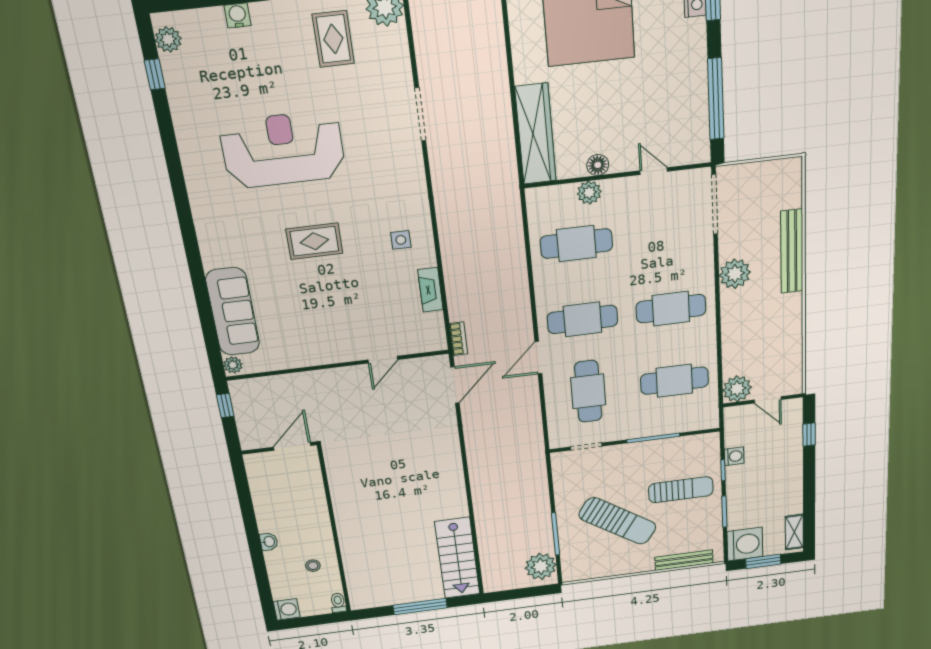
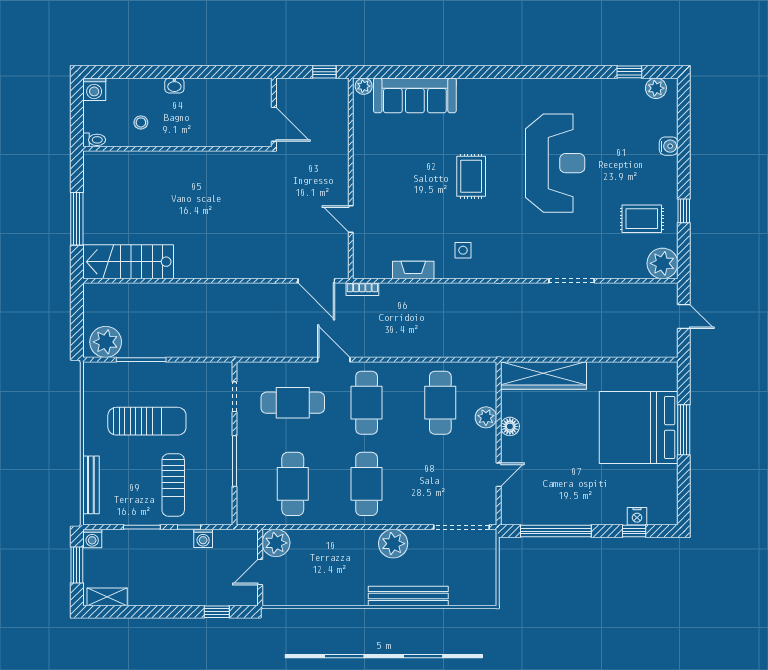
sun lounger: (618, 521) -> (147, 421), turned -124
washing machine: (745, 544) -> (92, 538), width x0.53, depth x0.53

